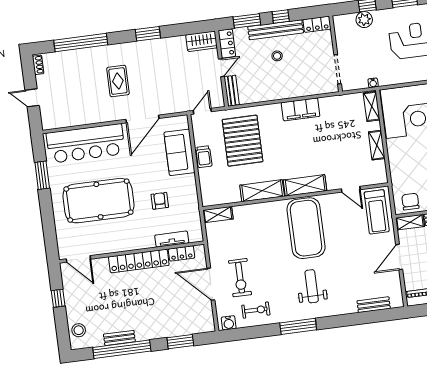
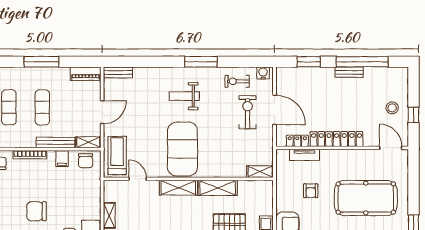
weight bench: (312, 286) -> (184, 96), turned 90
bench: (374, 305) -> (118, 72), moved
stool: (79, 330) -> (392, 108), moved
bench: (119, 338) -> (349, 72), moved

